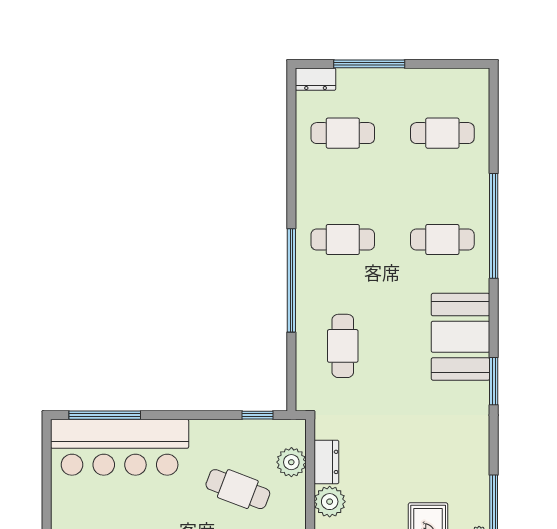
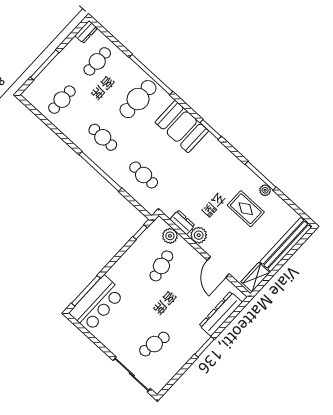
dresser: (316, 79) -> (86, 32), moved
cafe table: (343, 240) -> (103, 137), turned 90
cafe table: (442, 240) -> (138, 99), width x1.37, depth x1.35
bar counter: (120, 447) -> (97, 304), width x0.73
cafe table: (238, 489) -> (161, 266), turned -33

